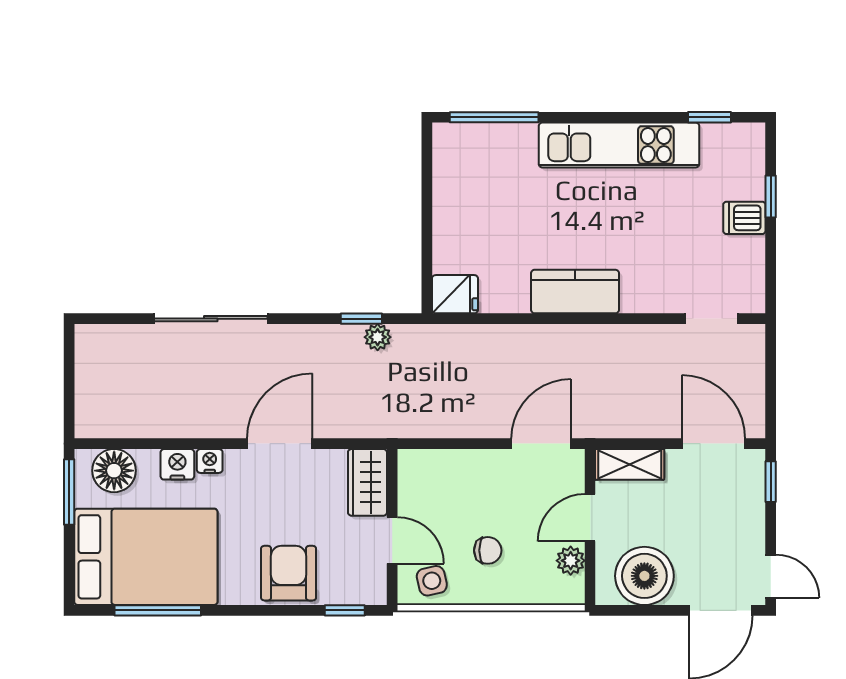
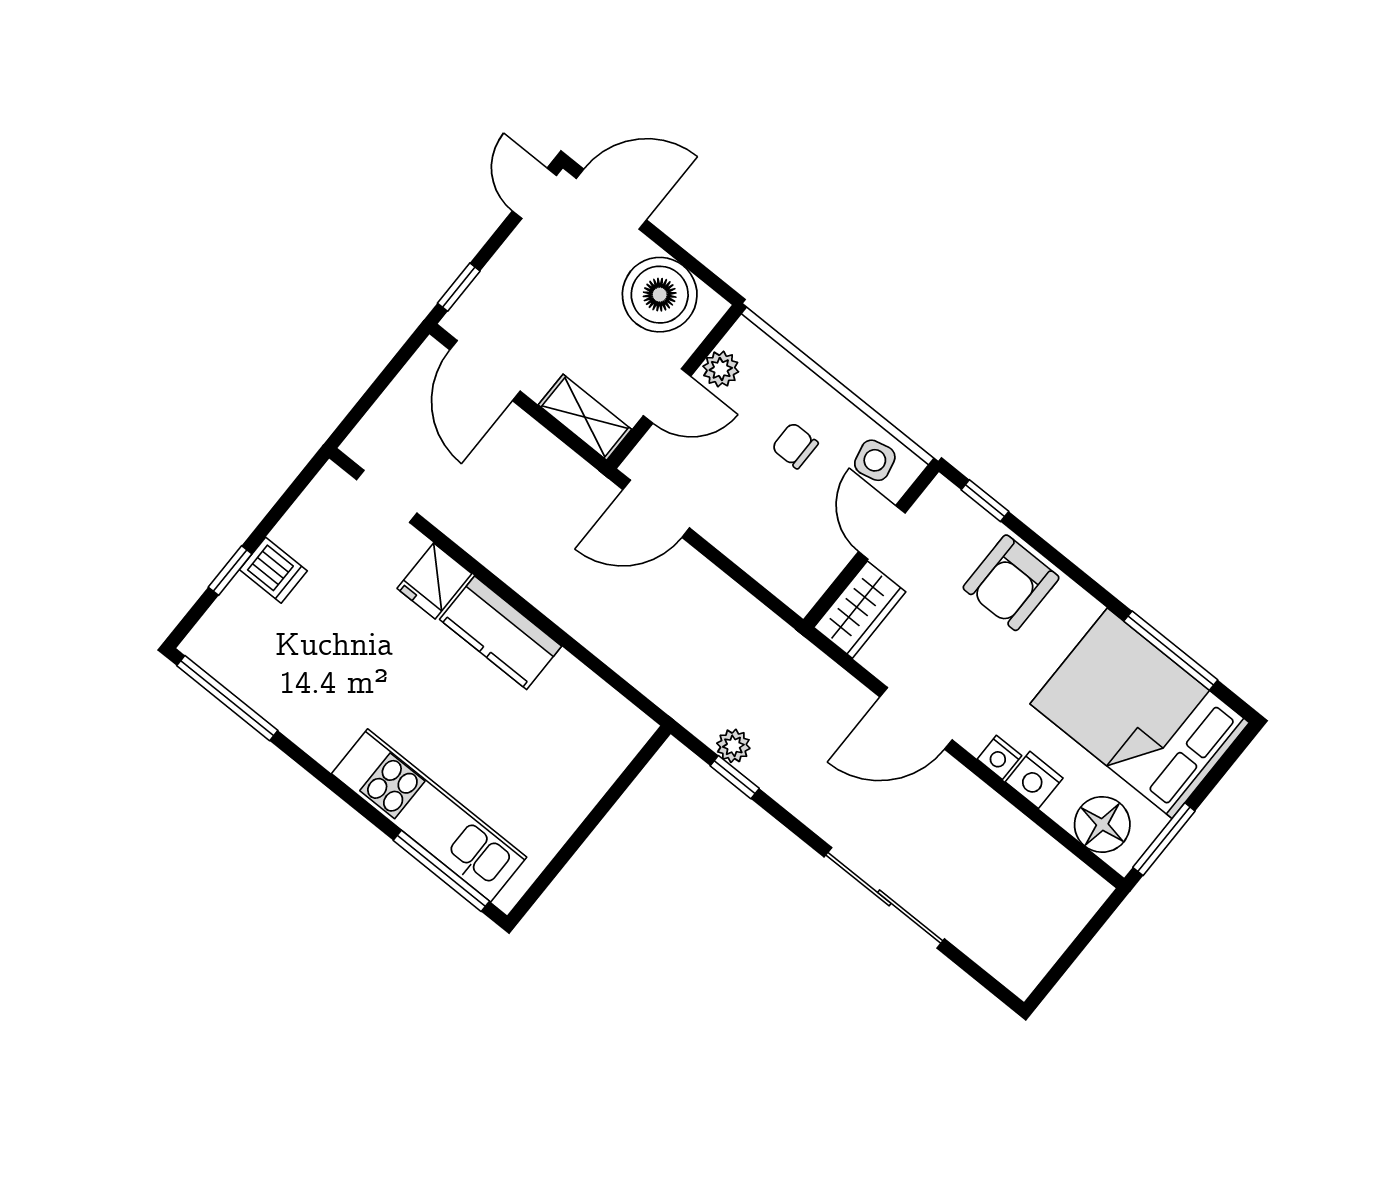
window: (710, 117) -> (227, 698), width x2.17
kitchen unit: (619, 145) -> (429, 815), moved
fridge: (455, 294) -> (434, 581), moved, turned -90

